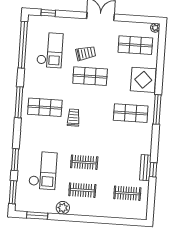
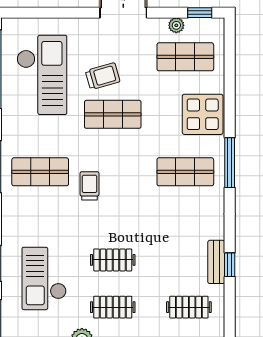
window: (48, 13) -> (200, 13), moved
plant: (155, 28) -> (176, 25), moved
checkout: (50, 50) -> (42, 75), width x1.36, depth x1.21
checkout: (43, 170) -> (44, 278), turned 180

